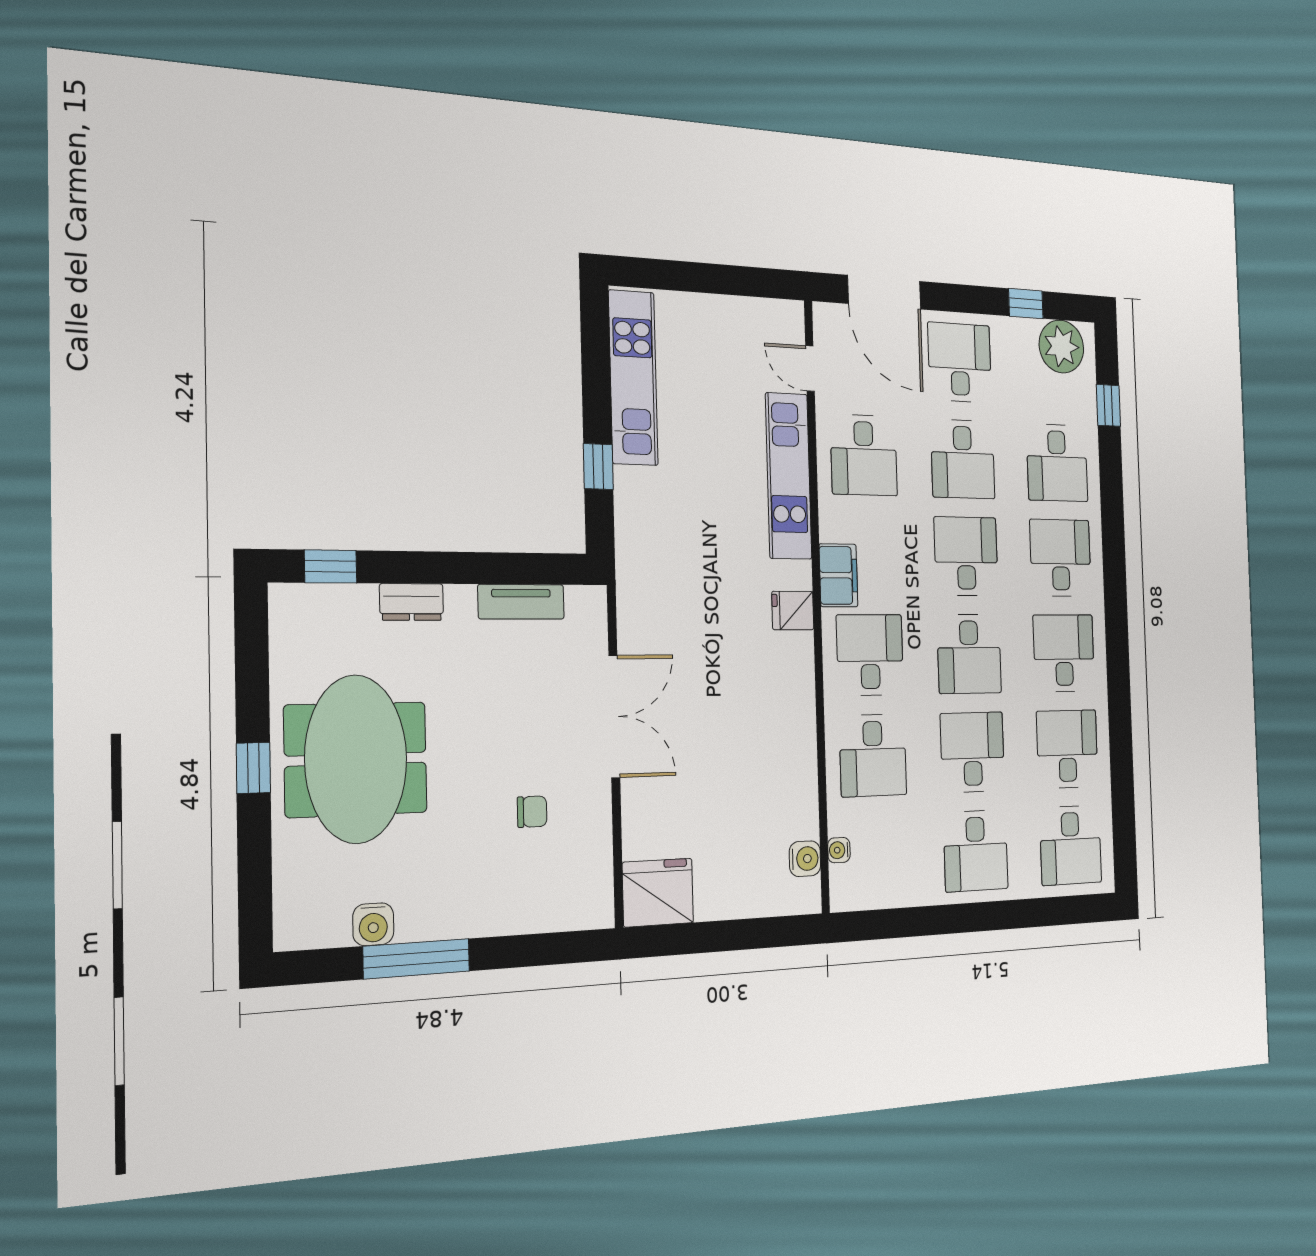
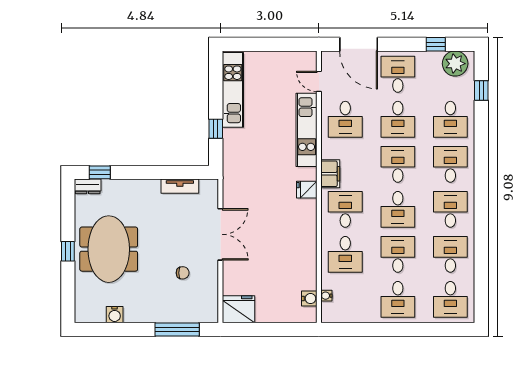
dresser: (412, 602) -> (88, 186), moved
window: (417, 959) -> (177, 329), moved

